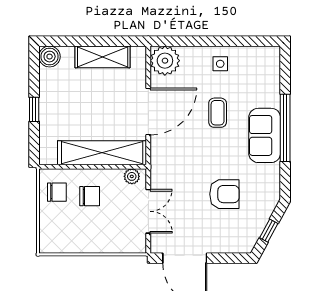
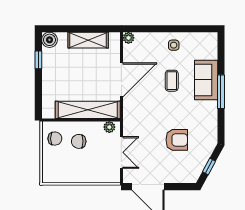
plant: (165, 61) -> (128, 38), width x0.53, depth x0.53
window: (34, 109) -> (38, 60), moved
window: (285, 128) -> (221, 92), width x0.68
sofa: (265, 135) -> (206, 80), moved
chair: (90, 196) -> (79, 141), turned 180

